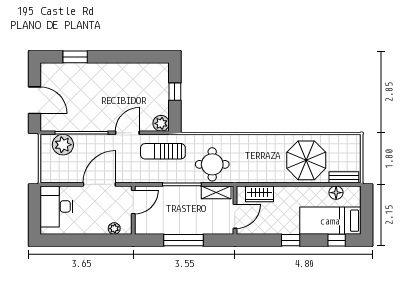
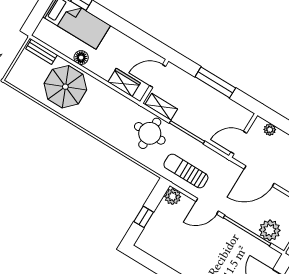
sun lounger: (163, 151) -> (186, 171), turned 180
floor lamp: (336, 193) -> (81, 58), moved
window: (291, 240) -> (122, 25), removed

